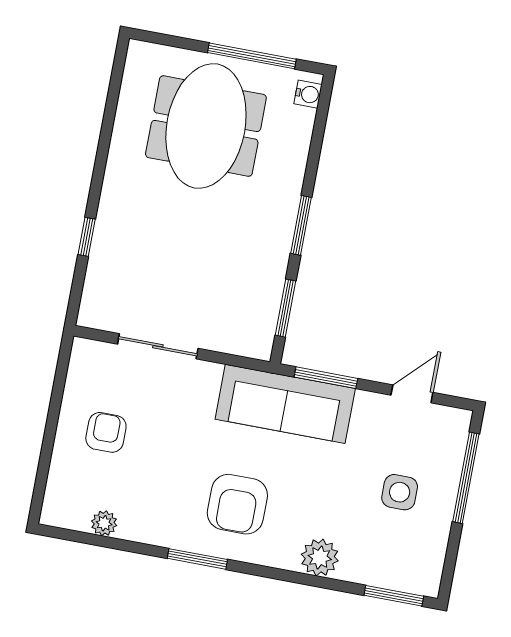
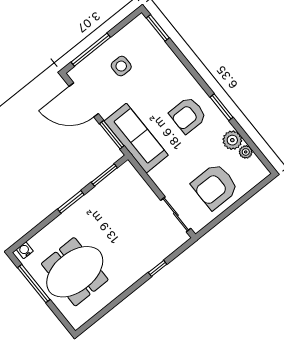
sliding door: (158, 346) -> (176, 214), moved
door: (412, 394) -> (84, 100), width x1.88
armchair: (106, 432) -> (215, 186), width x1.88, depth x1.88
armchair: (237, 504) -> (188, 115), turned 180
plant: (320, 557) -> (232, 140), moved

